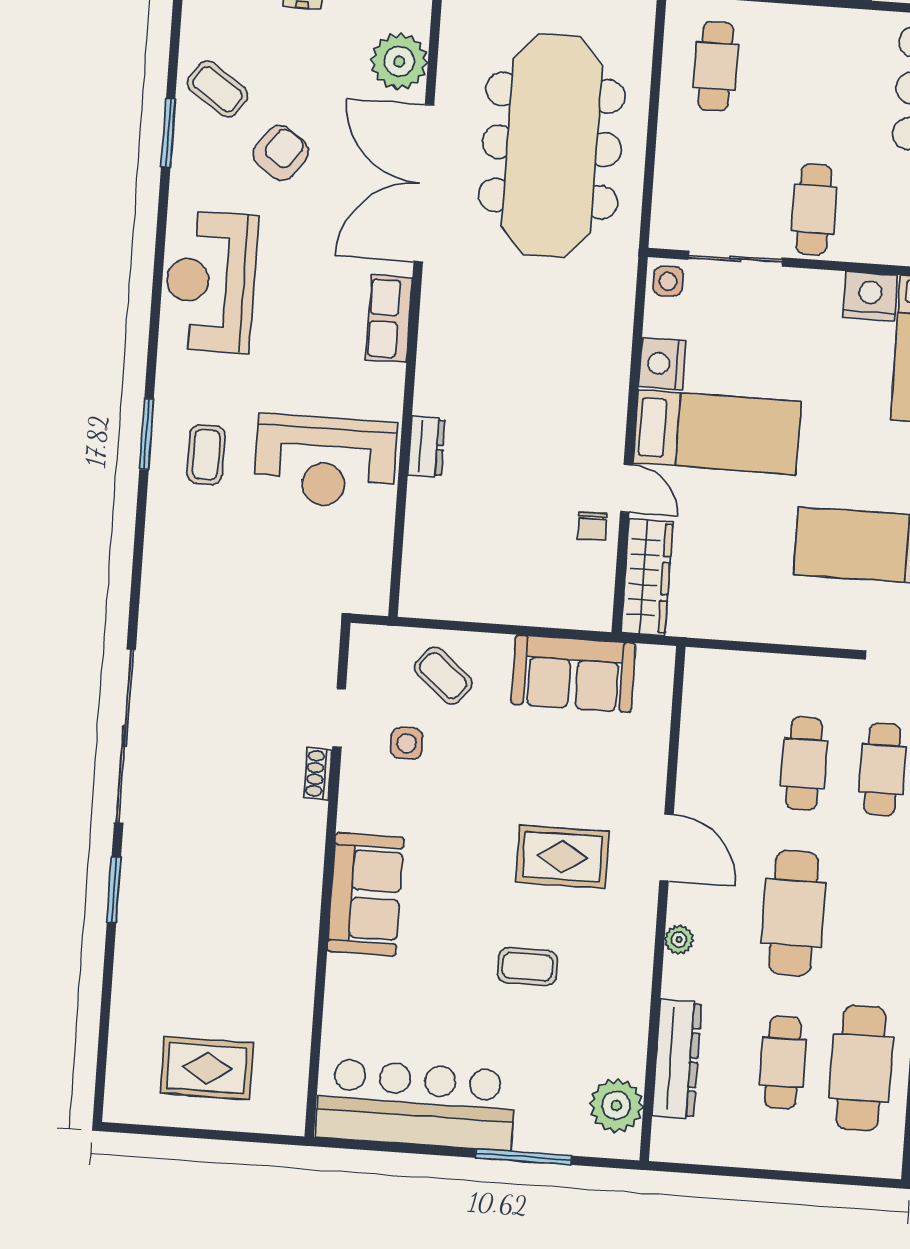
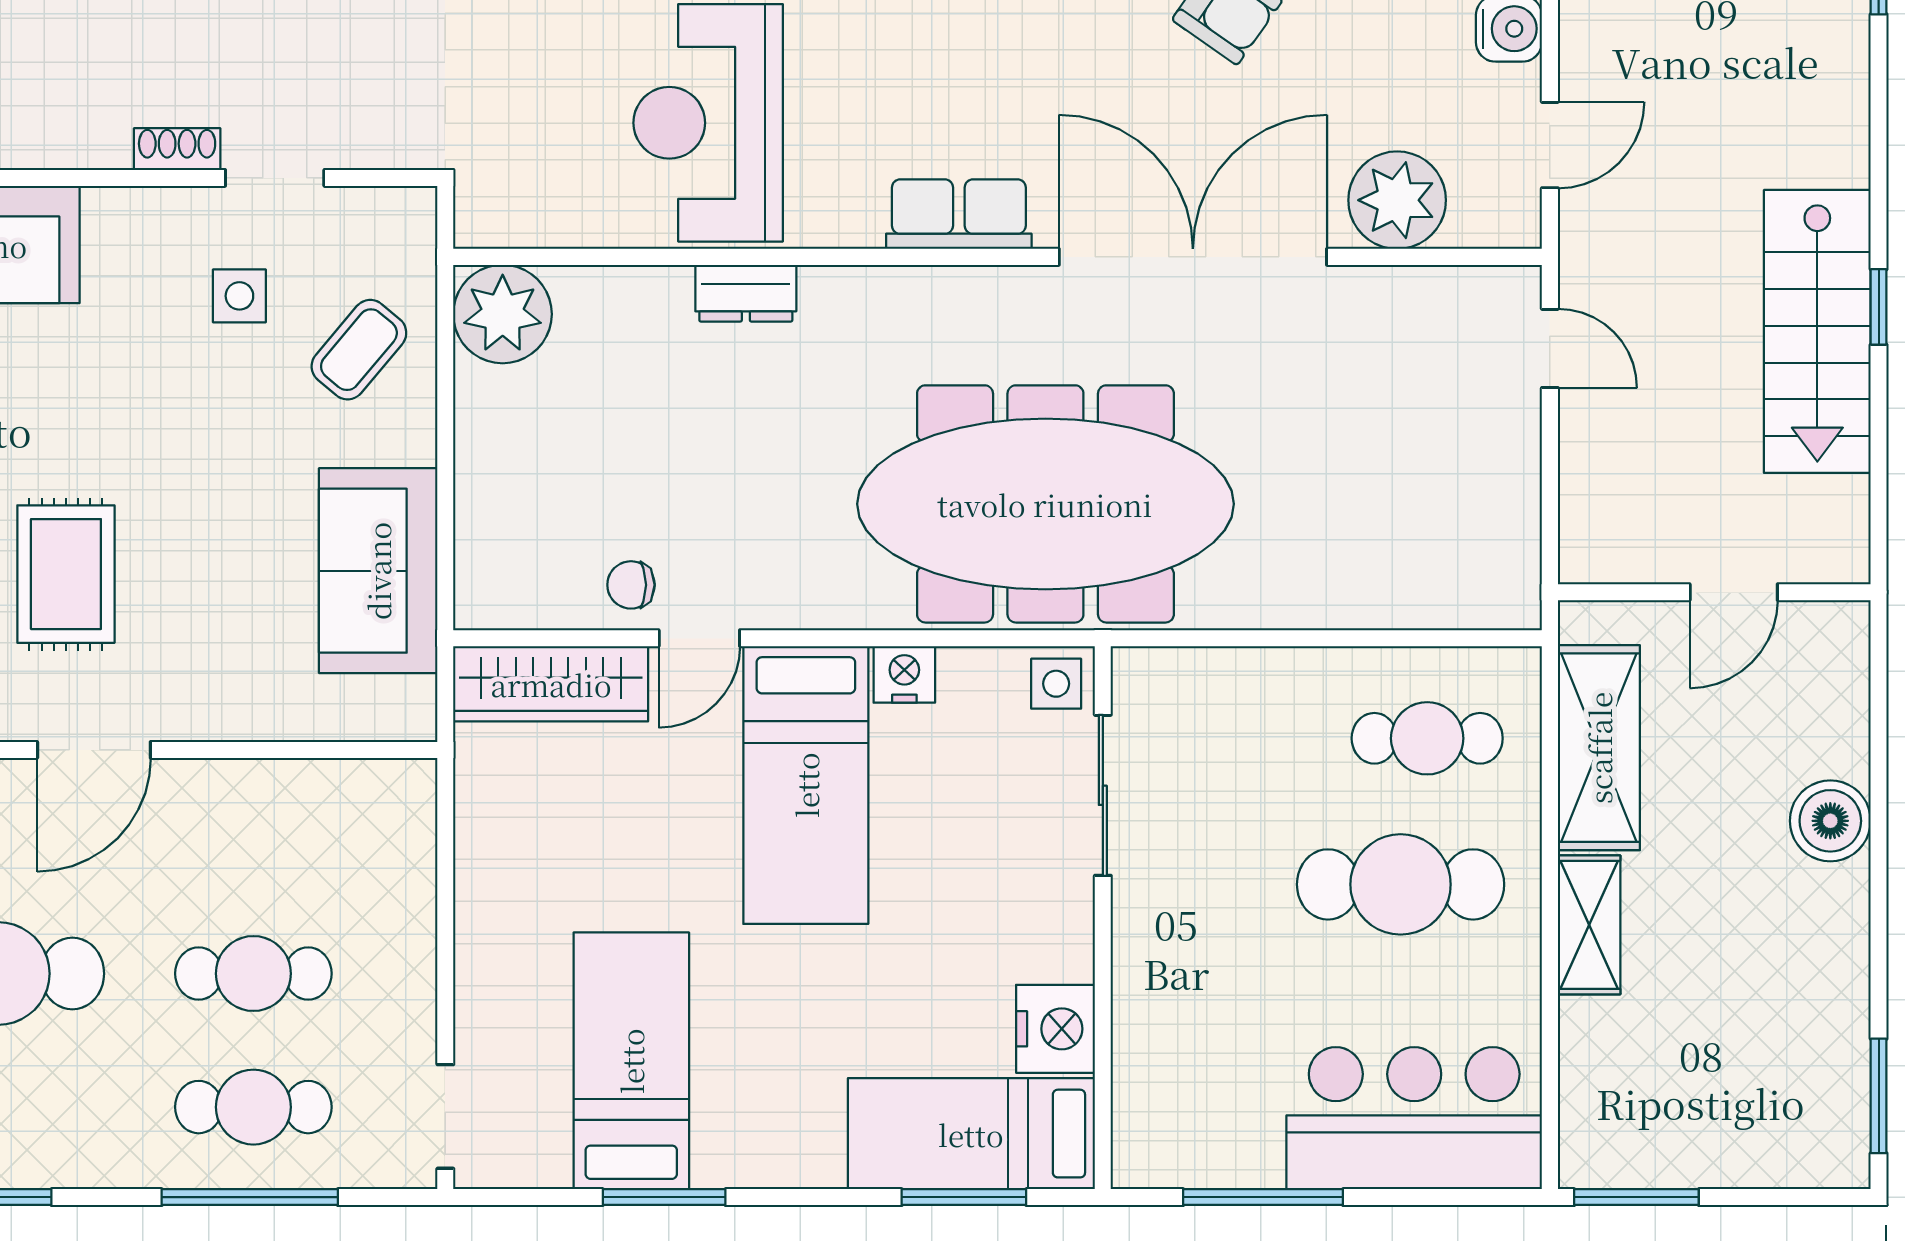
meeting table: (552, 146) -> (1045, 504), moved
cafe table: (814, 209) -> (1401, 884), moved, width x1.37, depth x1.35
nightstand: (662, 364) -> (904, 674), width x0.74, depth x0.75
plant: (428, 590) -> (503, 314), added

